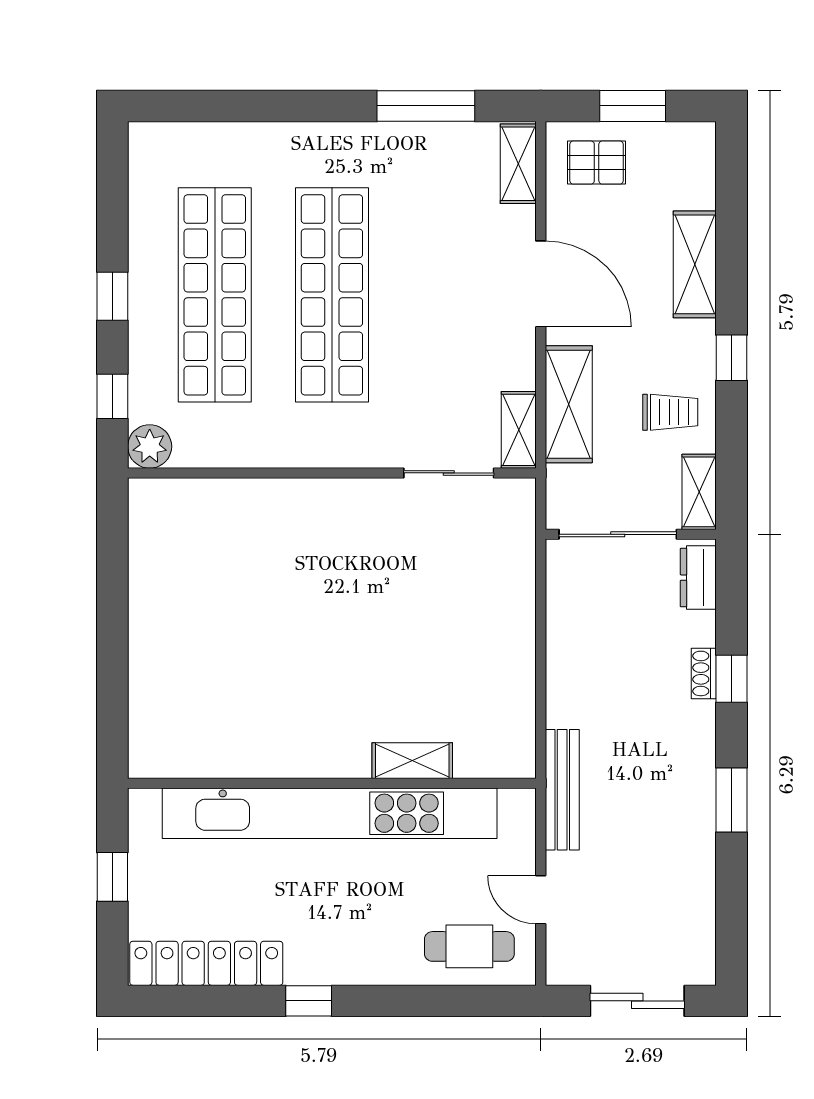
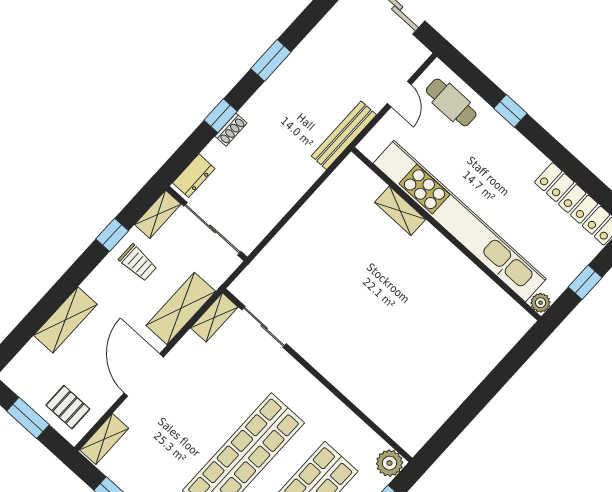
window: (731, 358) -> (112, 235), moved
trolley: (670, 412) -> (138, 263), turned 180
plant: (144, 804) -> (541, 303), added
window: (309, 1001) -> (510, 111), moved

